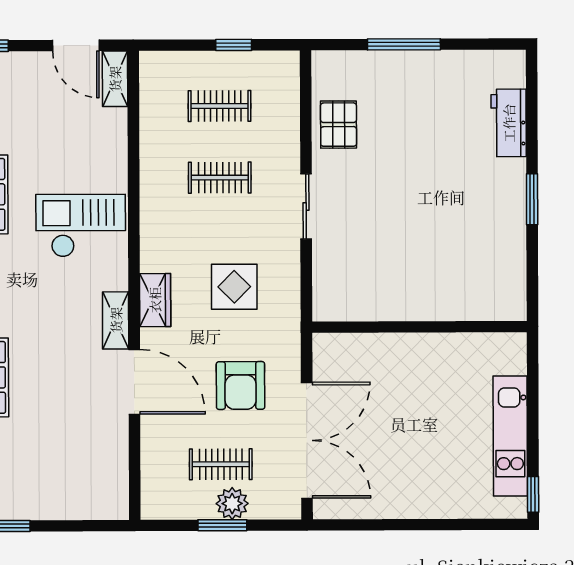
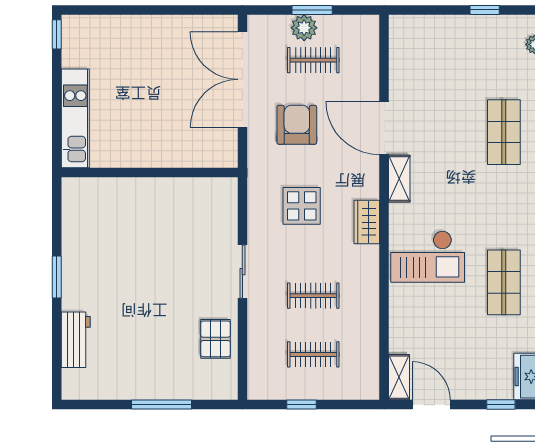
wardrobe: (155, 300) -> (367, 222), moved
kitchen unit: (510, 436) -> (75, 118), moved

